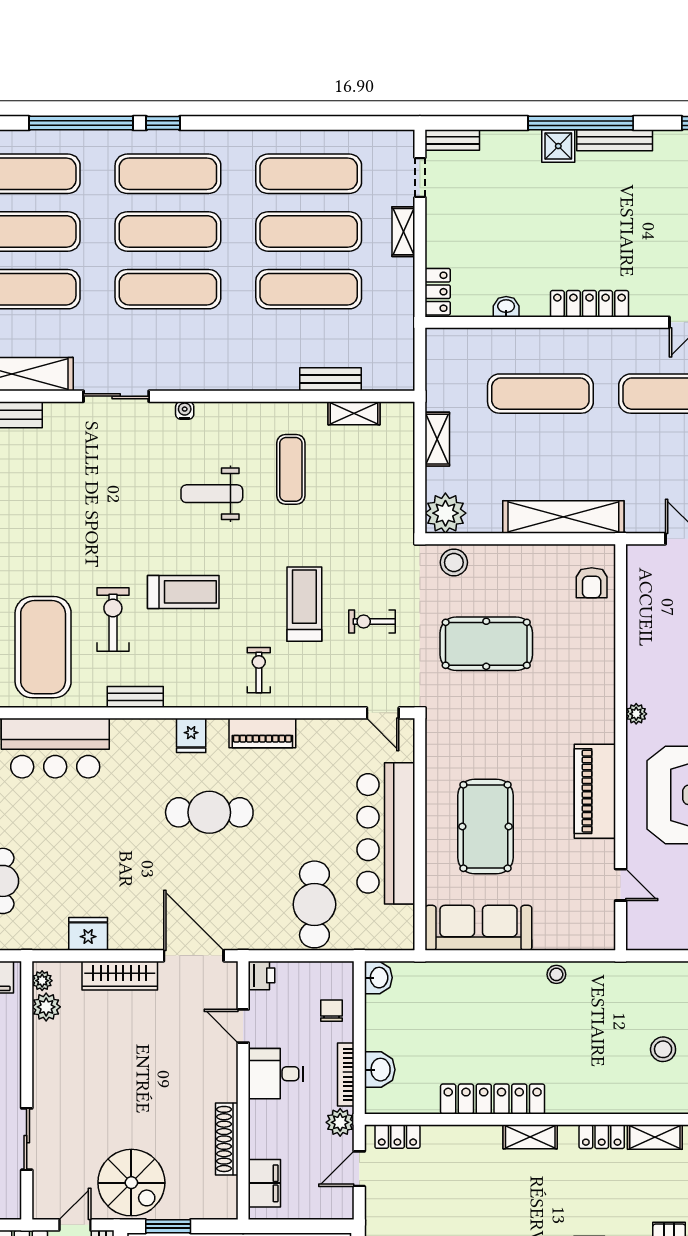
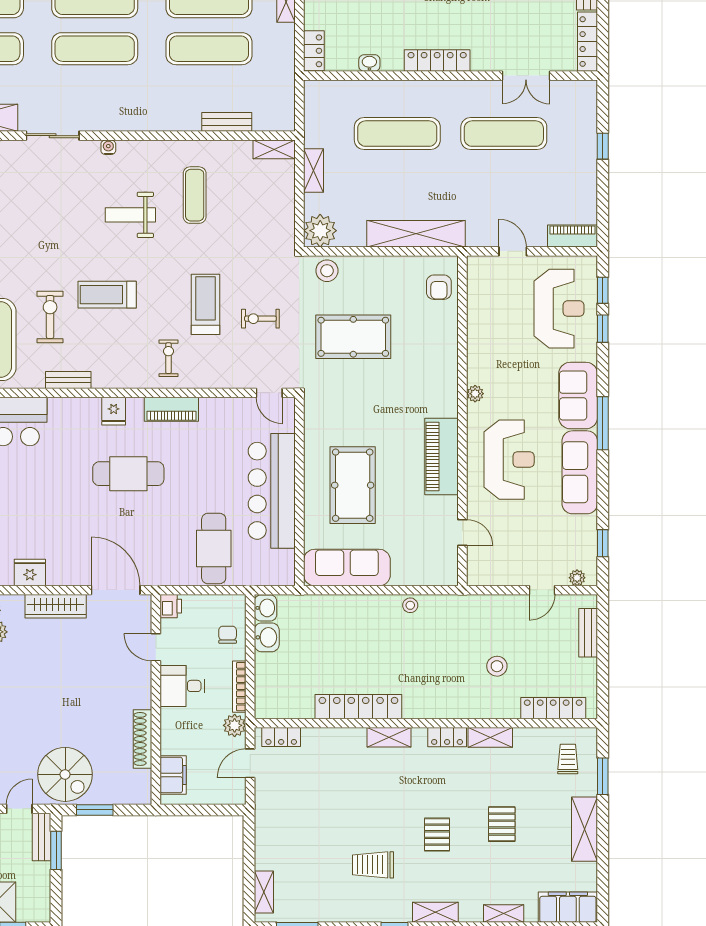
shelving: (354, 413) -> (274, 149), moved
treadmill: (183, 592) -> (107, 295), turned 180
washbasin: (380, 1070) -> (267, 637), moved

